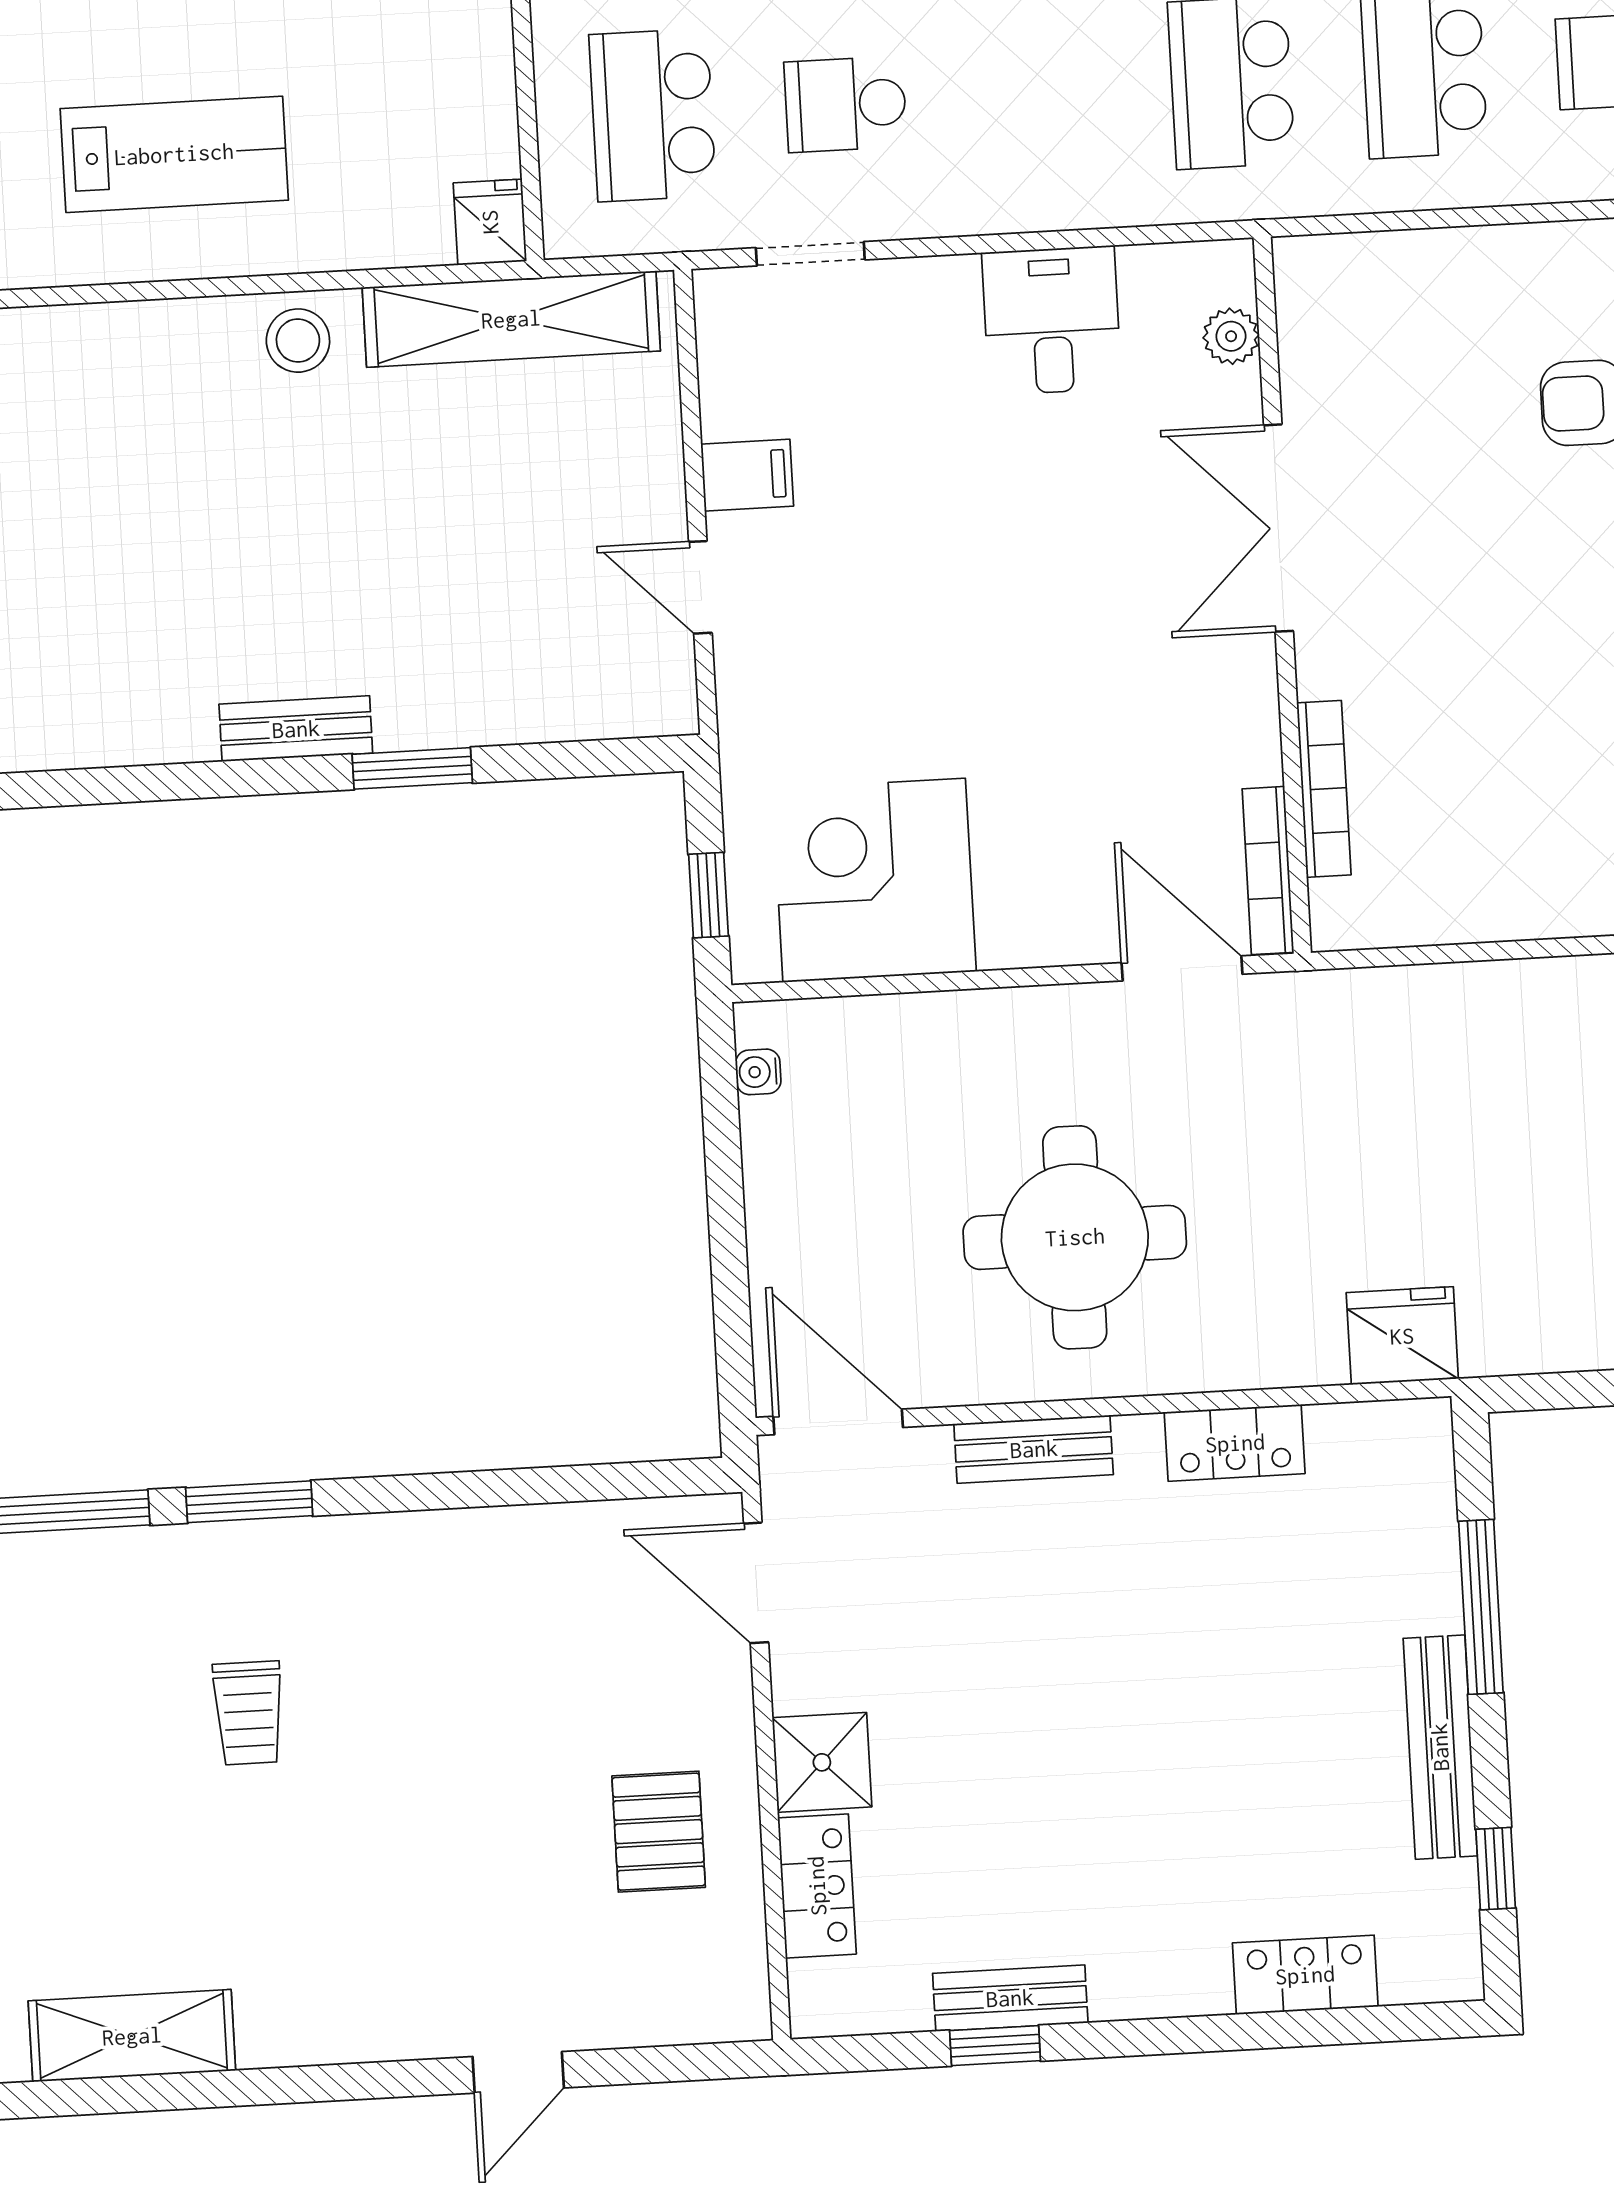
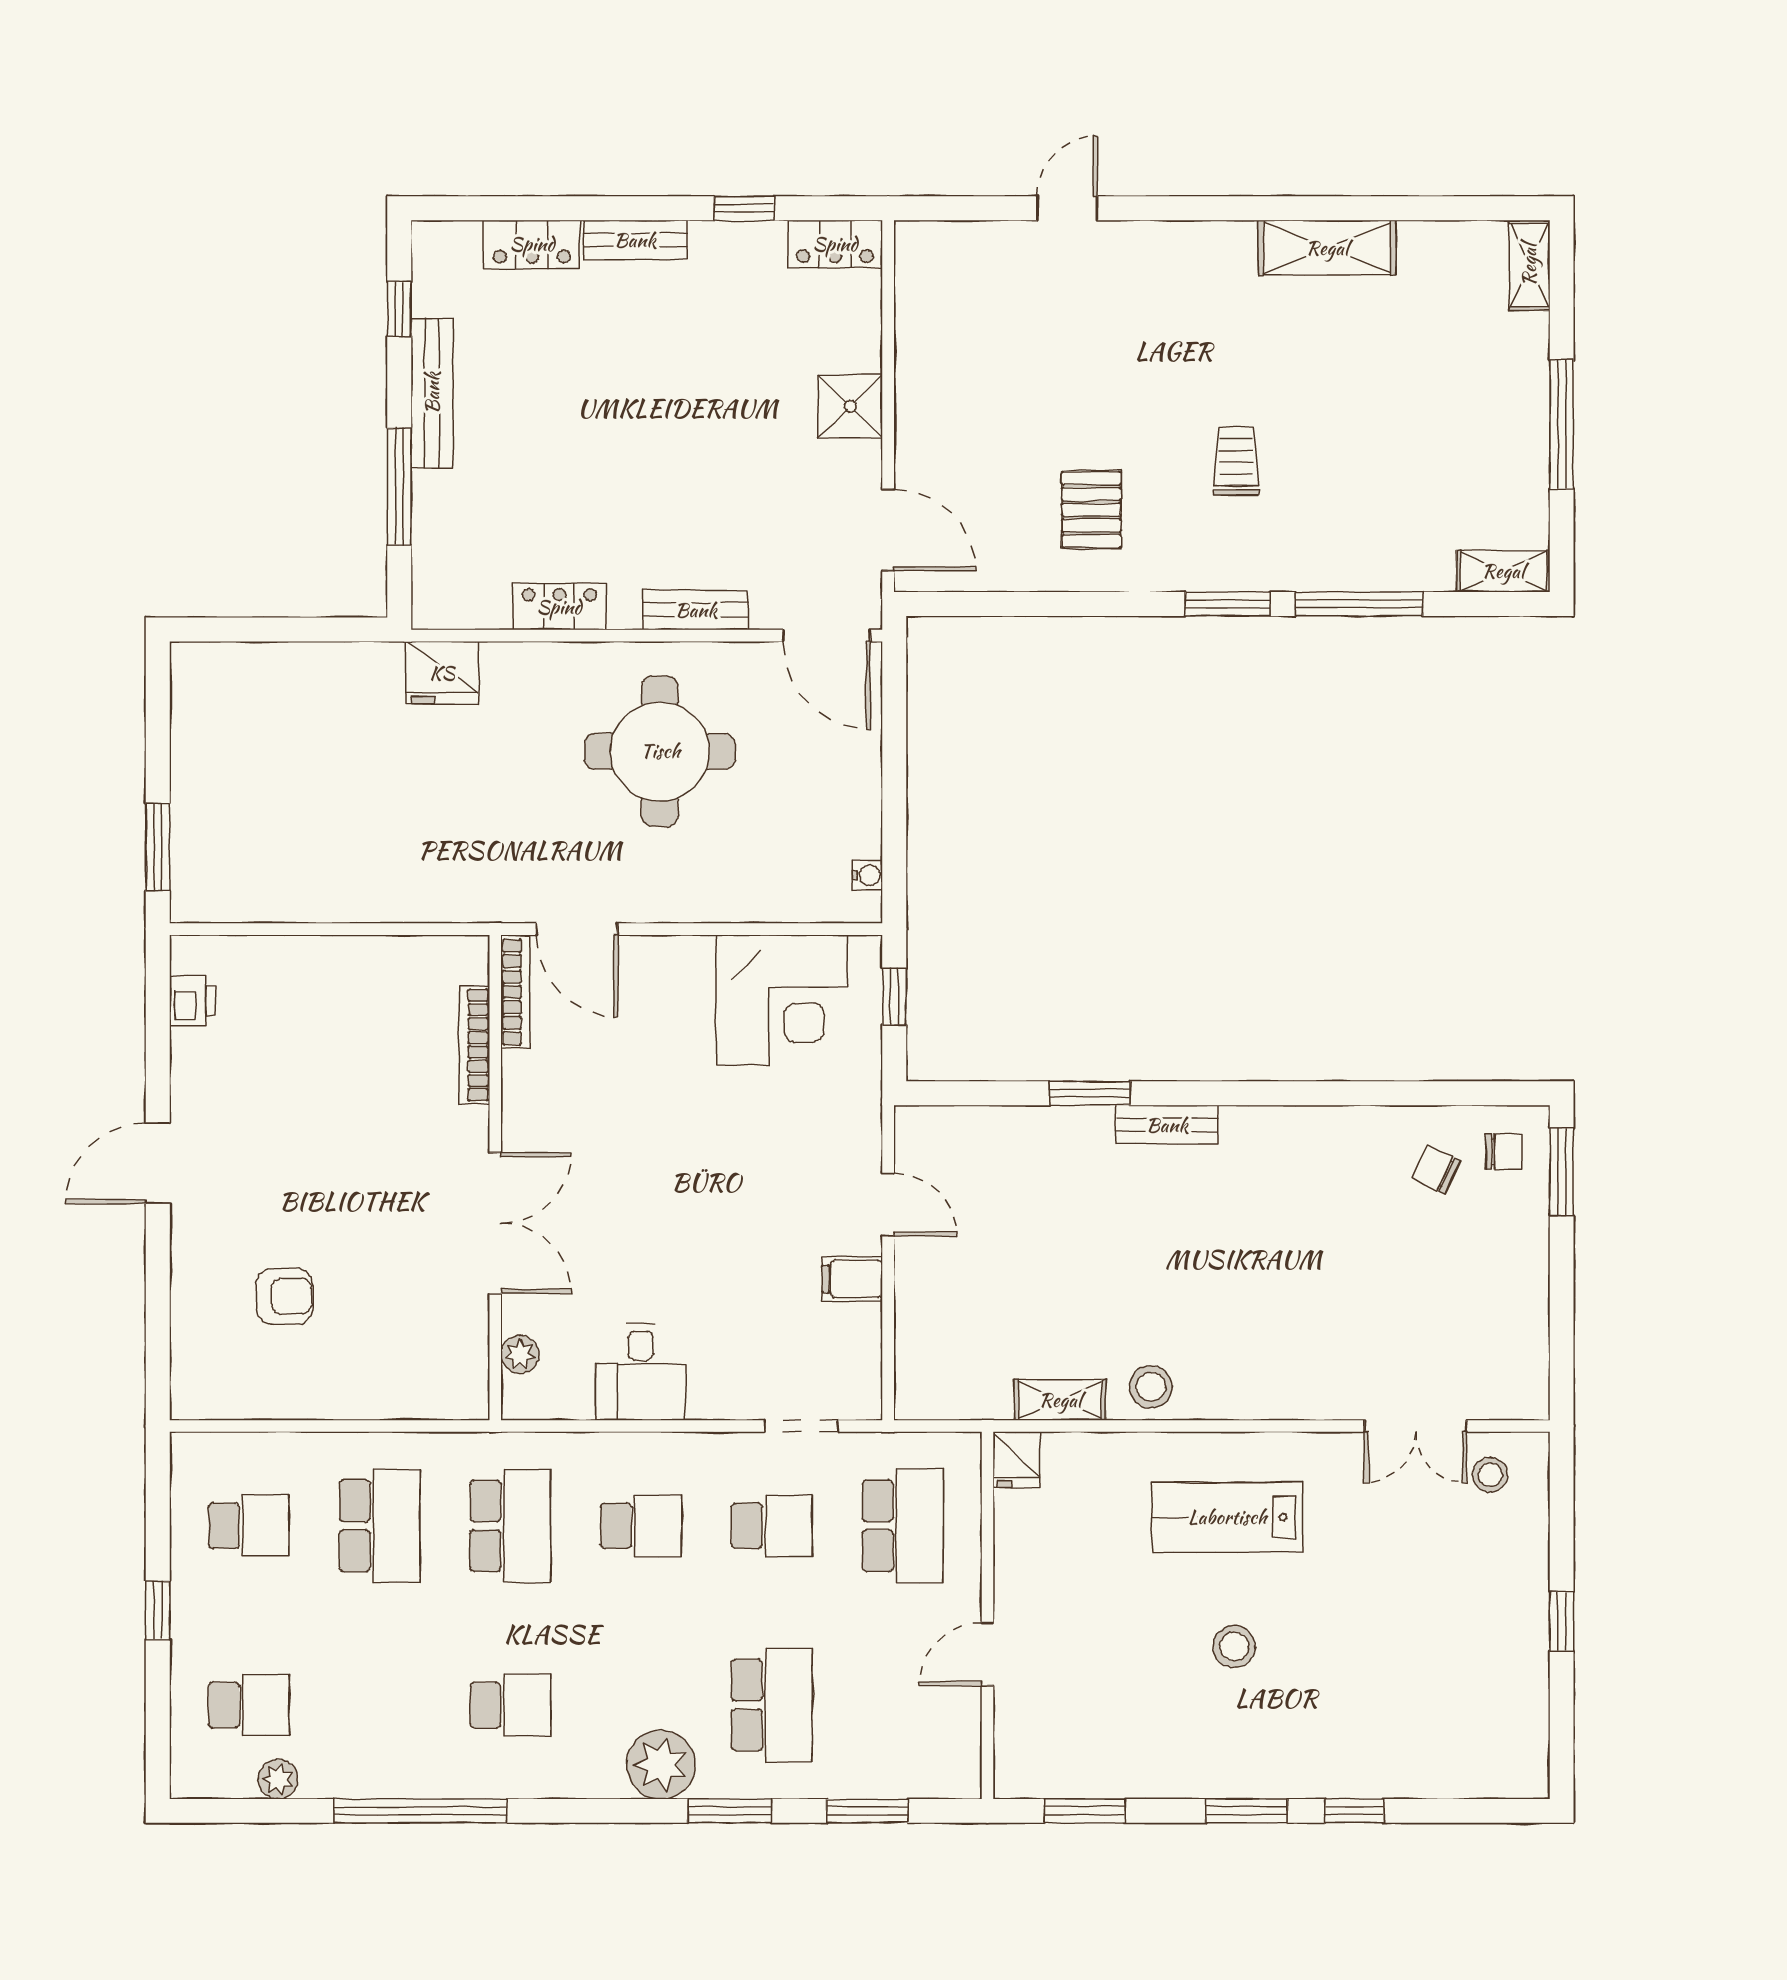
school desk: (1038, 94) -> (641, 1526), added
shelving: (511, 319) -> (1060, 1400), width x0.45, depth x0.75
pallet: (659, 1832) -> (1091, 510), moved
locker: (817, 1886) -> (835, 244), moved, turned -90
bench: (1010, 1998) -> (635, 240), moved

